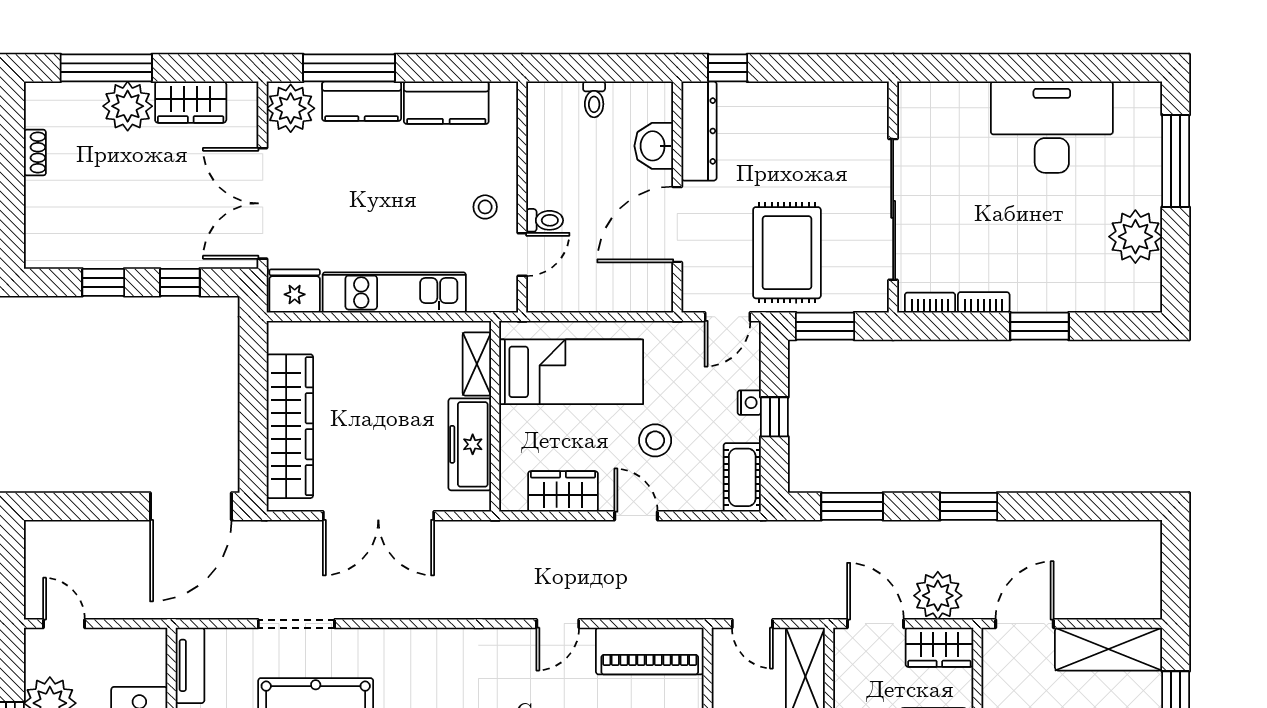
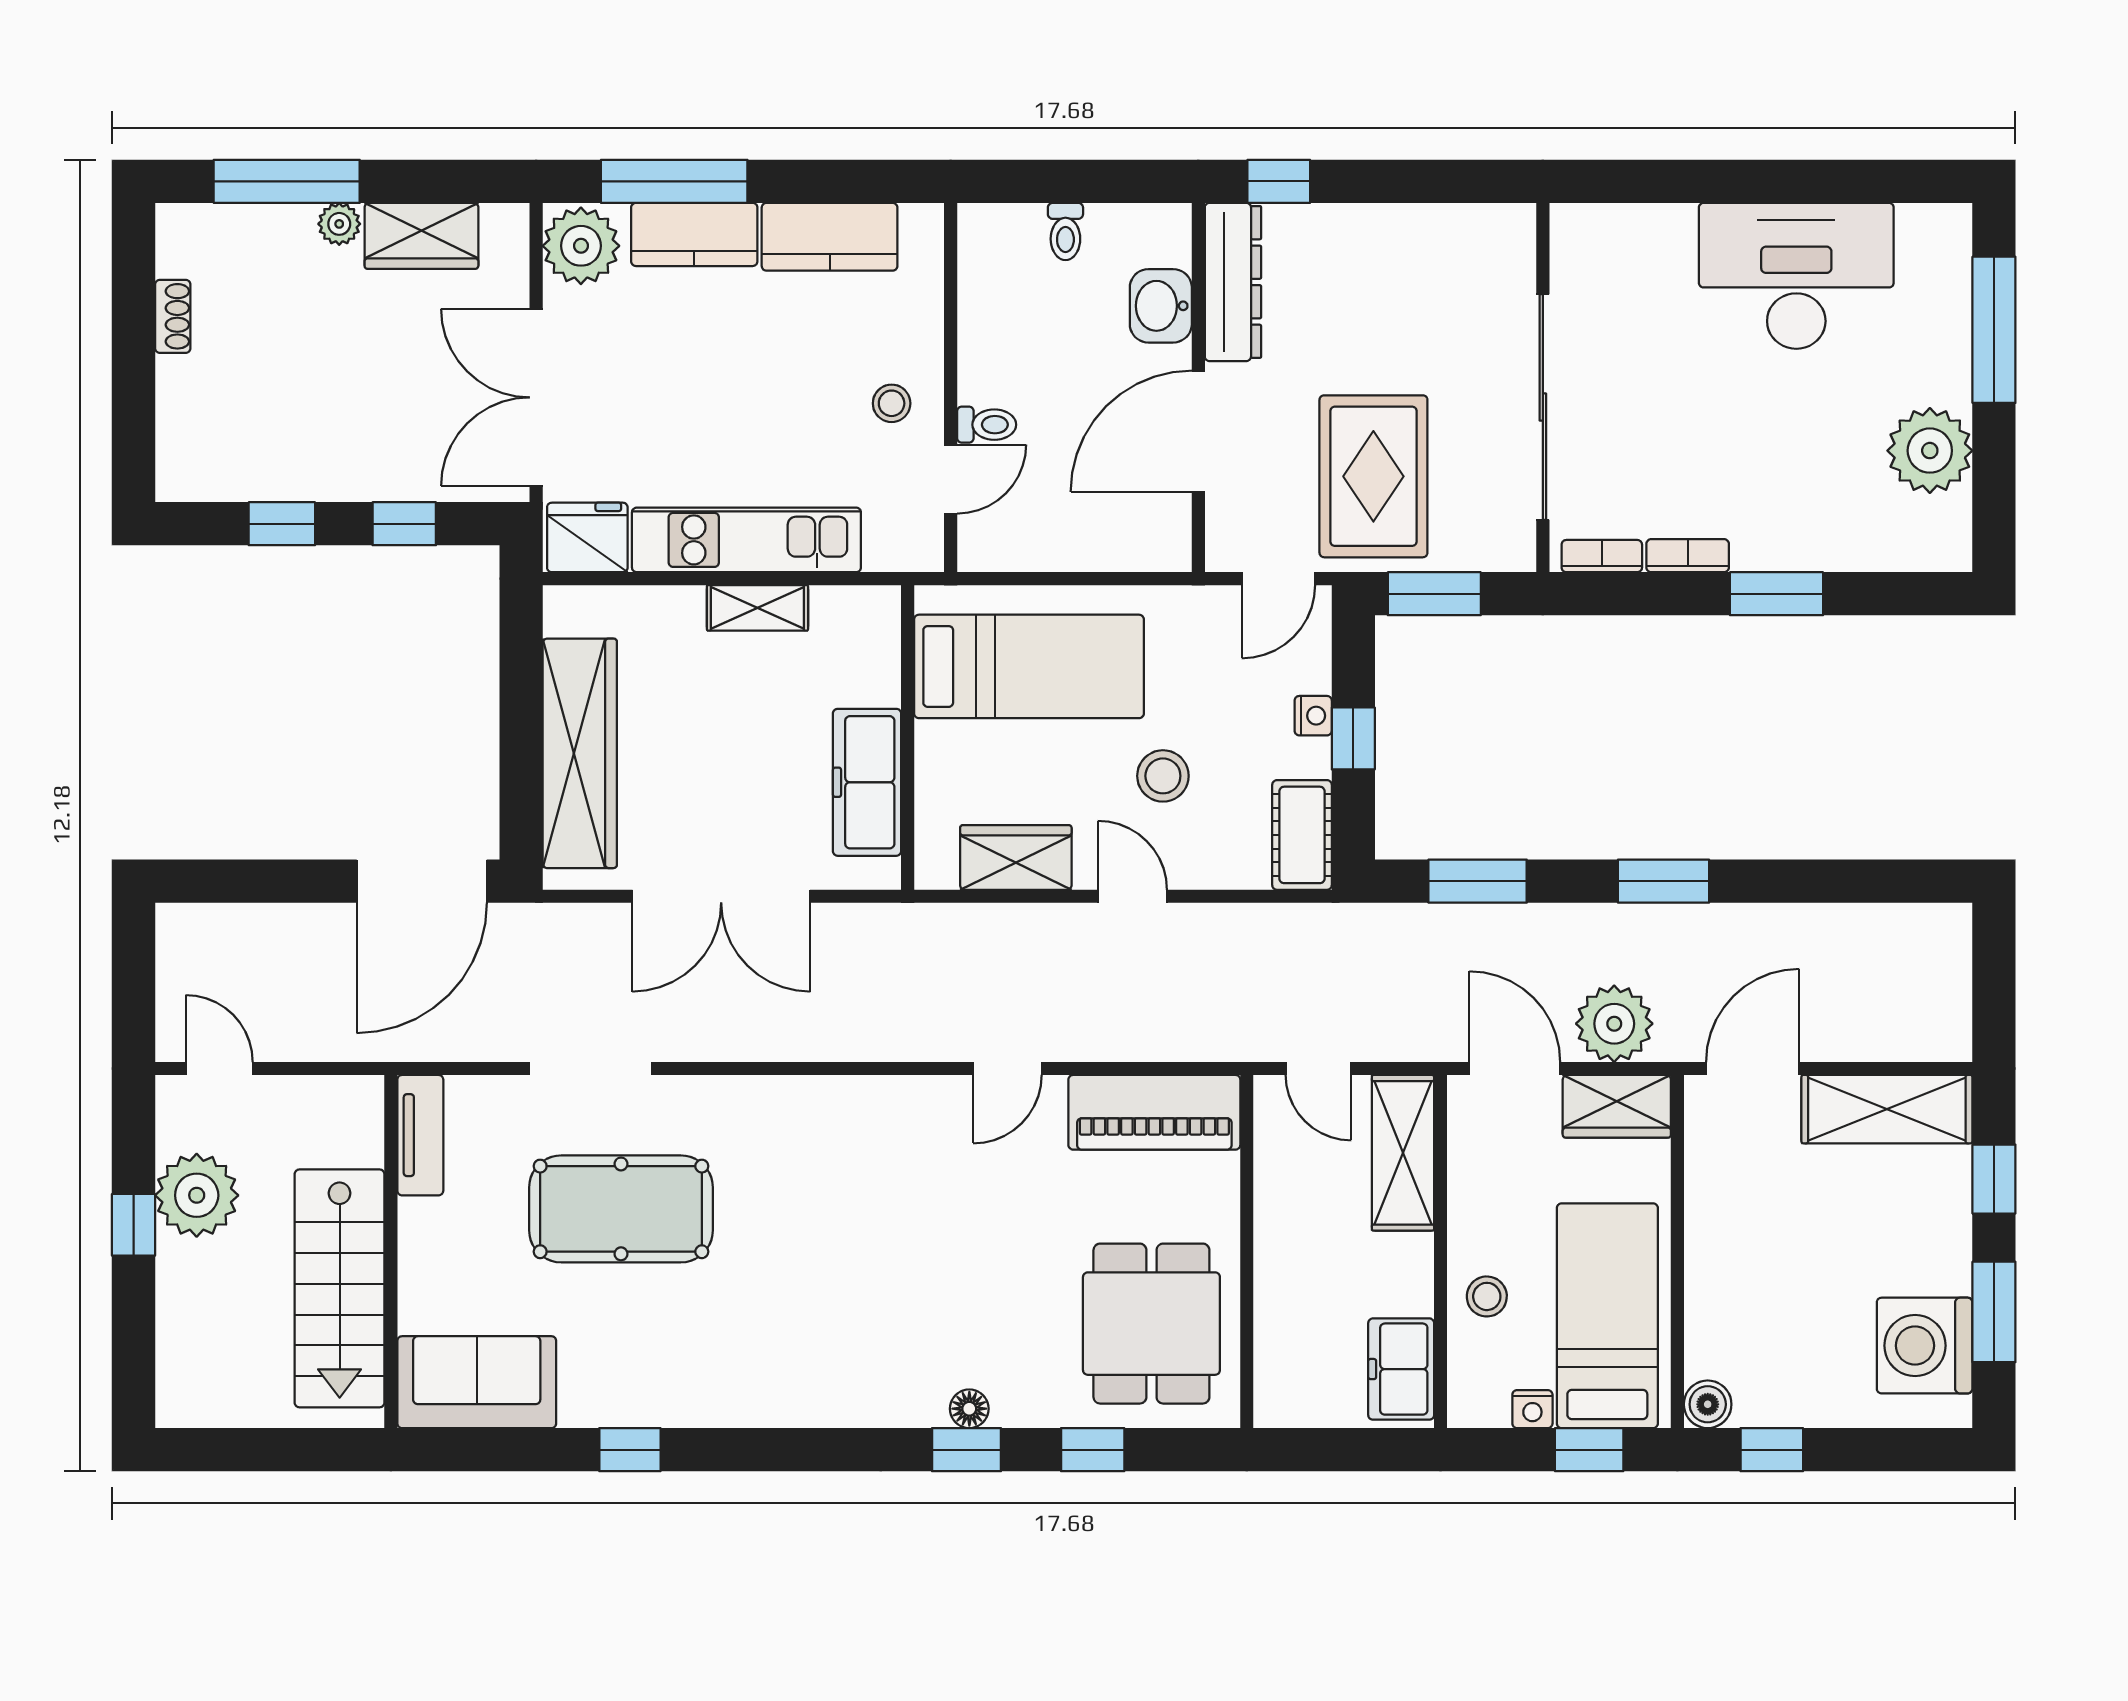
plant: (128, 106) -> (339, 224), width x0.53, depth x0.53
shelving: (477, 364) -> (757, 608), moved, turned 90

